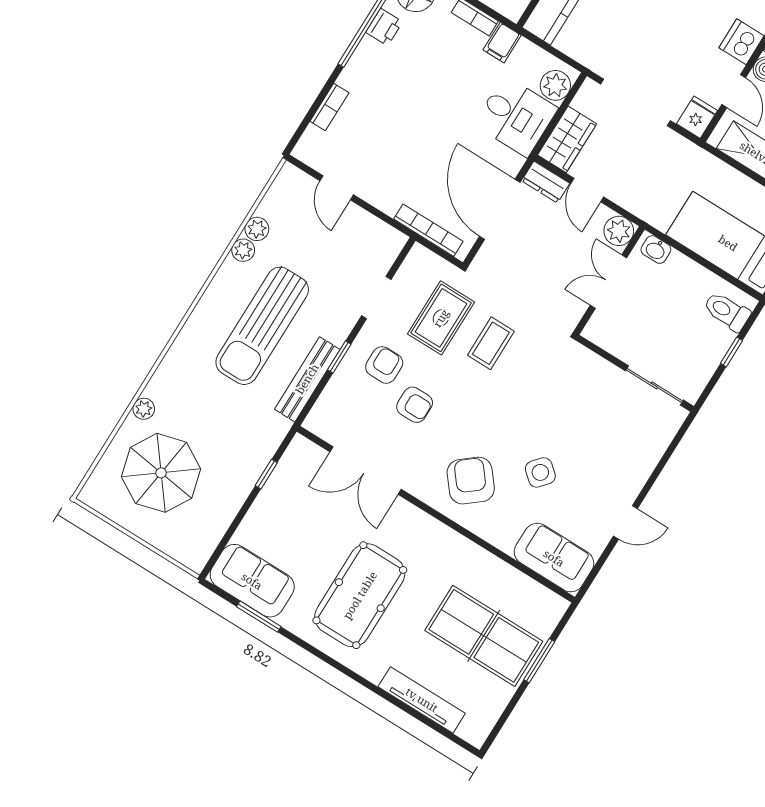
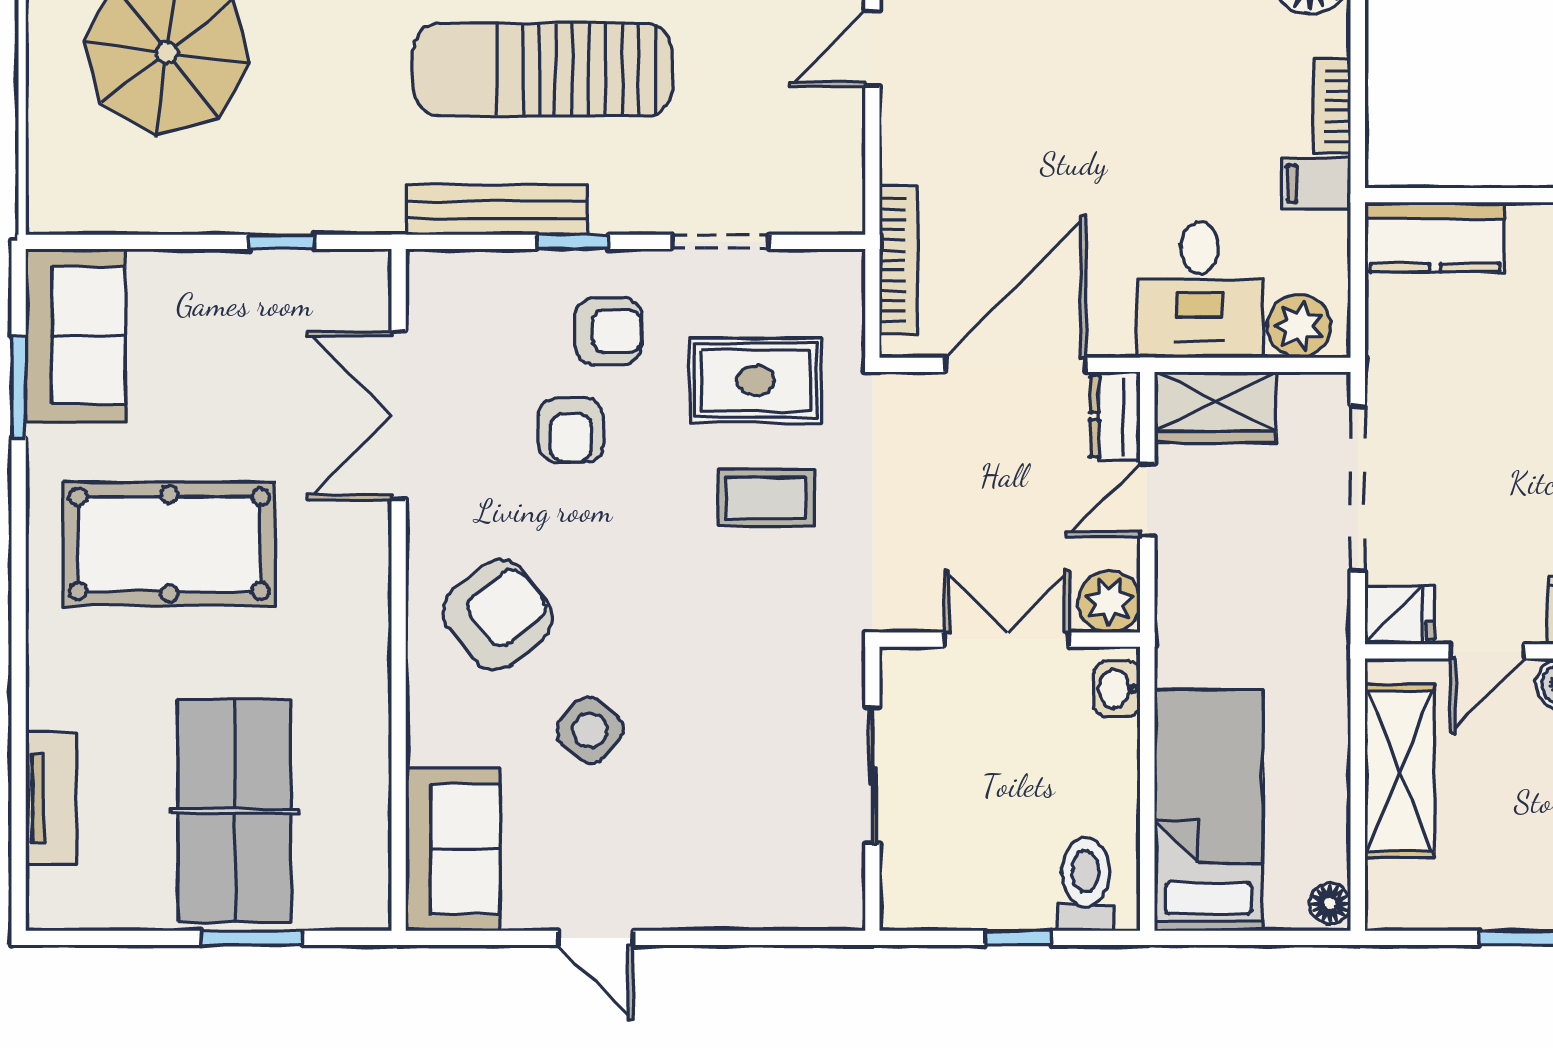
sliding door: (654, 385) -> (872, 775), moved
tv unit: (422, 700) -> (51, 798), width x0.71

